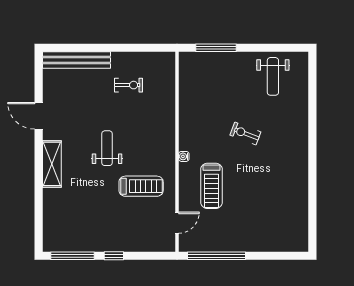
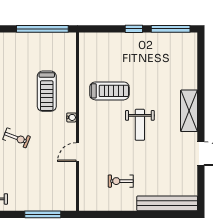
treadmill: (141, 186) -> (109, 91), turned 180
treadmill: (211, 186) -> (47, 91), turned 180
door: (177, 223) -> (77, 152), moved

